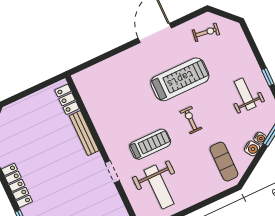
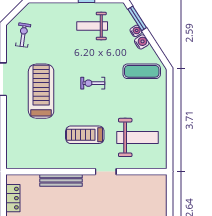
treadmill: (180, 79) -> (41, 91), moved
locker: (67, 99) -> (13, 198), moved, turned -90
treadmill: (150, 144) -> (85, 135), moved, turned -90

